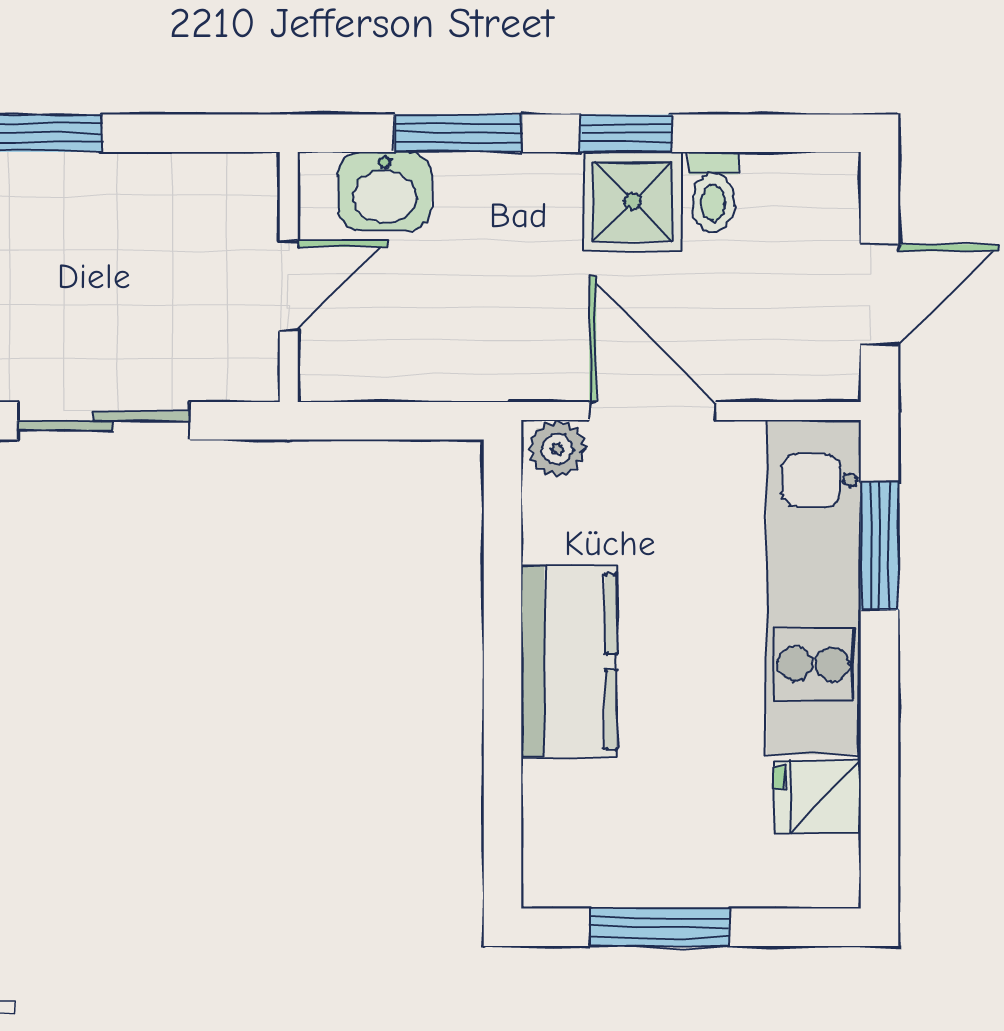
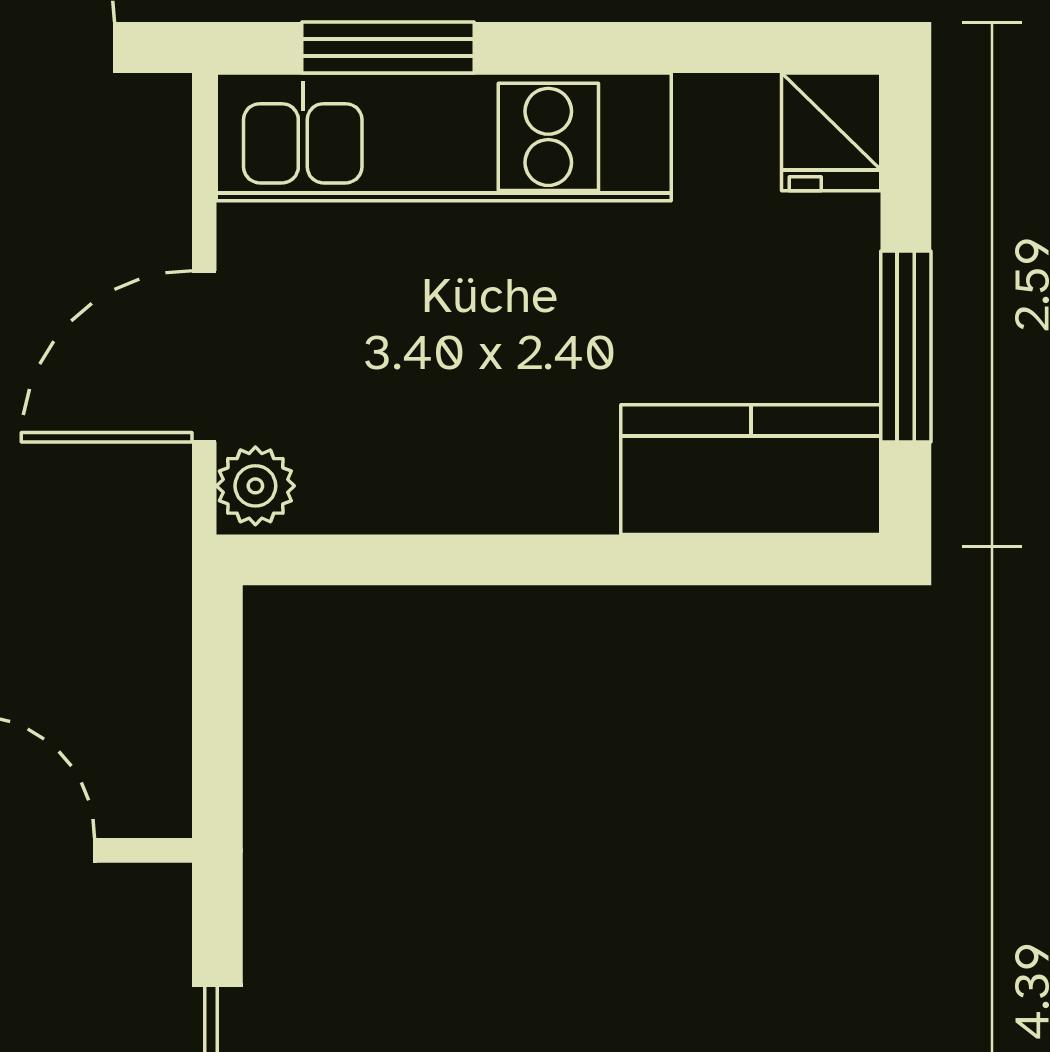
kitchen counter: (569, 662) -> (751, 470), moved
fridge: (817, 797) -> (831, 132), moved

